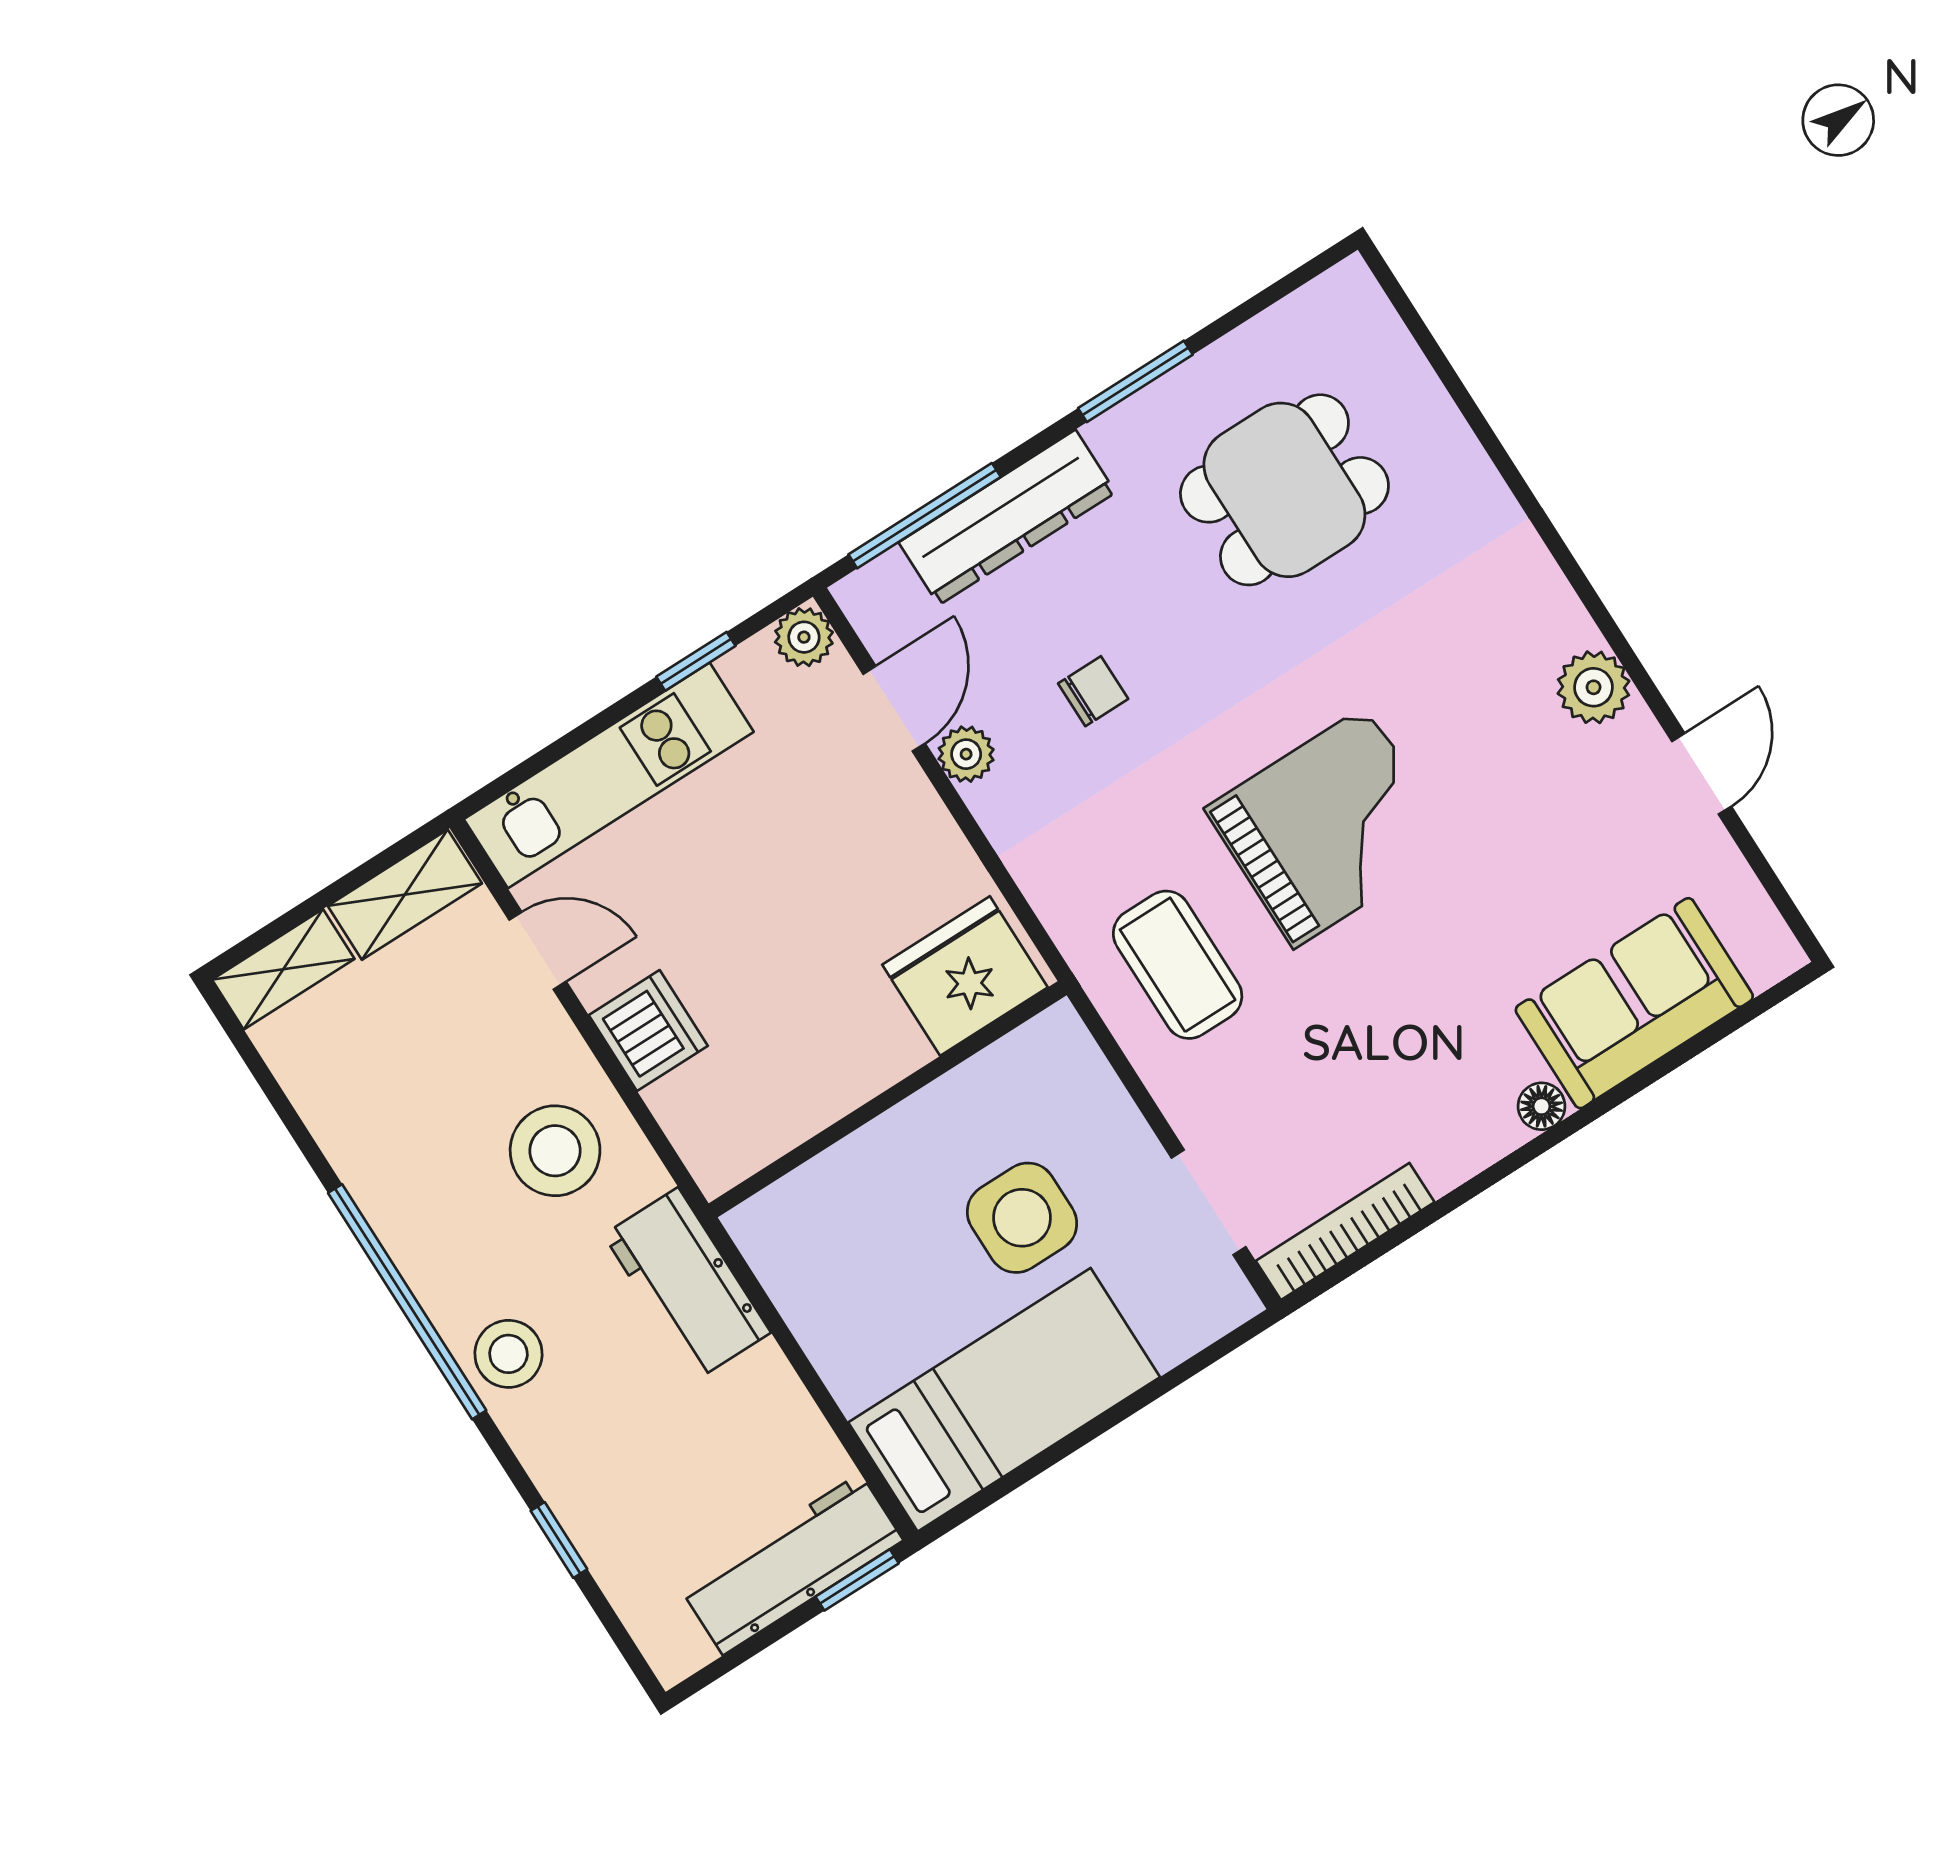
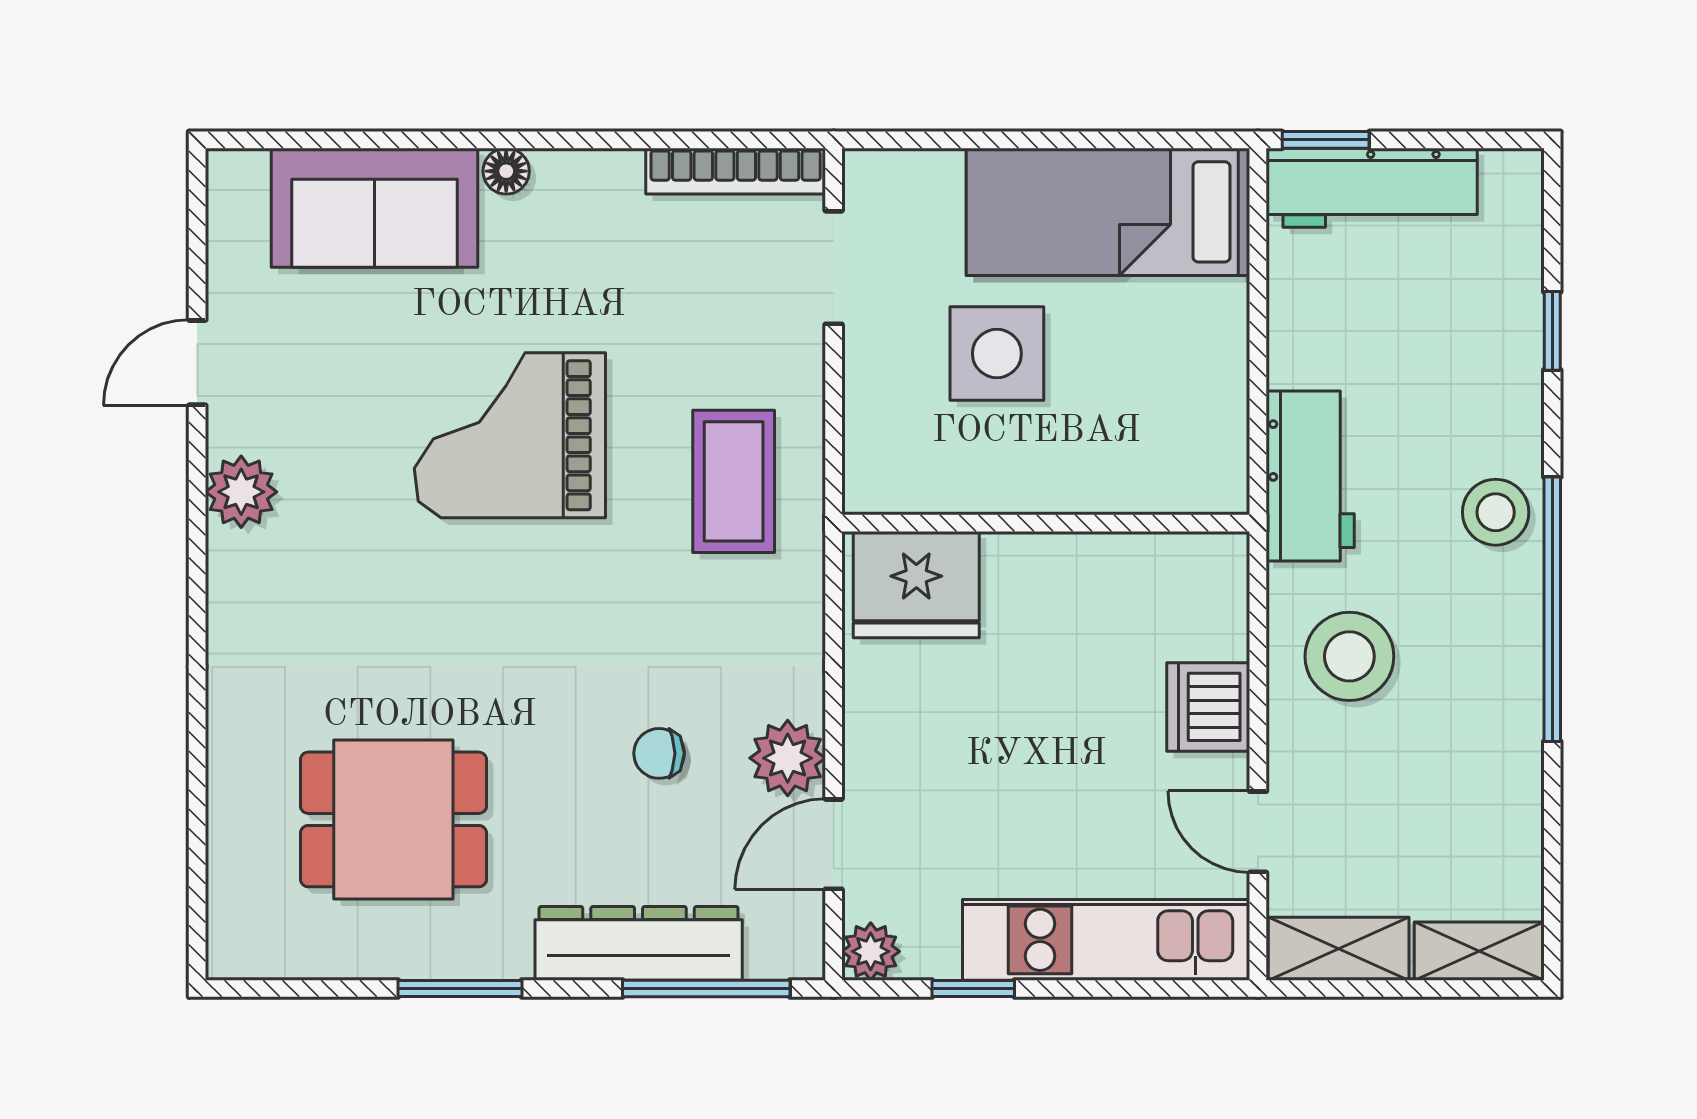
plant: (966, 754) -> (788, 758), width x1.38, depth x1.38
grand piano: (1330, 827) -> (510, 435), moved

